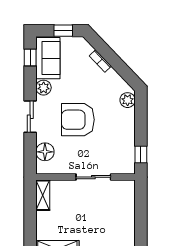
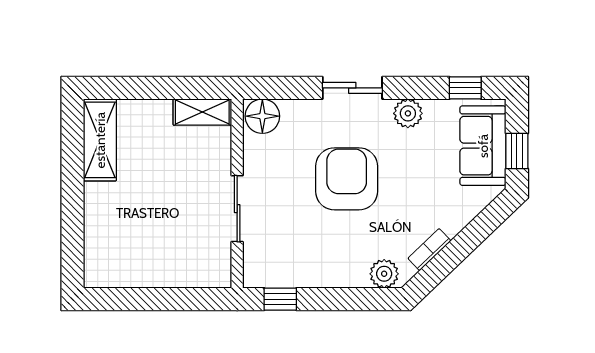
sofa: (48, 58) -> (483, 146), moved, turned 90
bookcase: (100, 61) -> (429, 250), moved
floor lamp: (45, 152) -> (262, 116), moved

